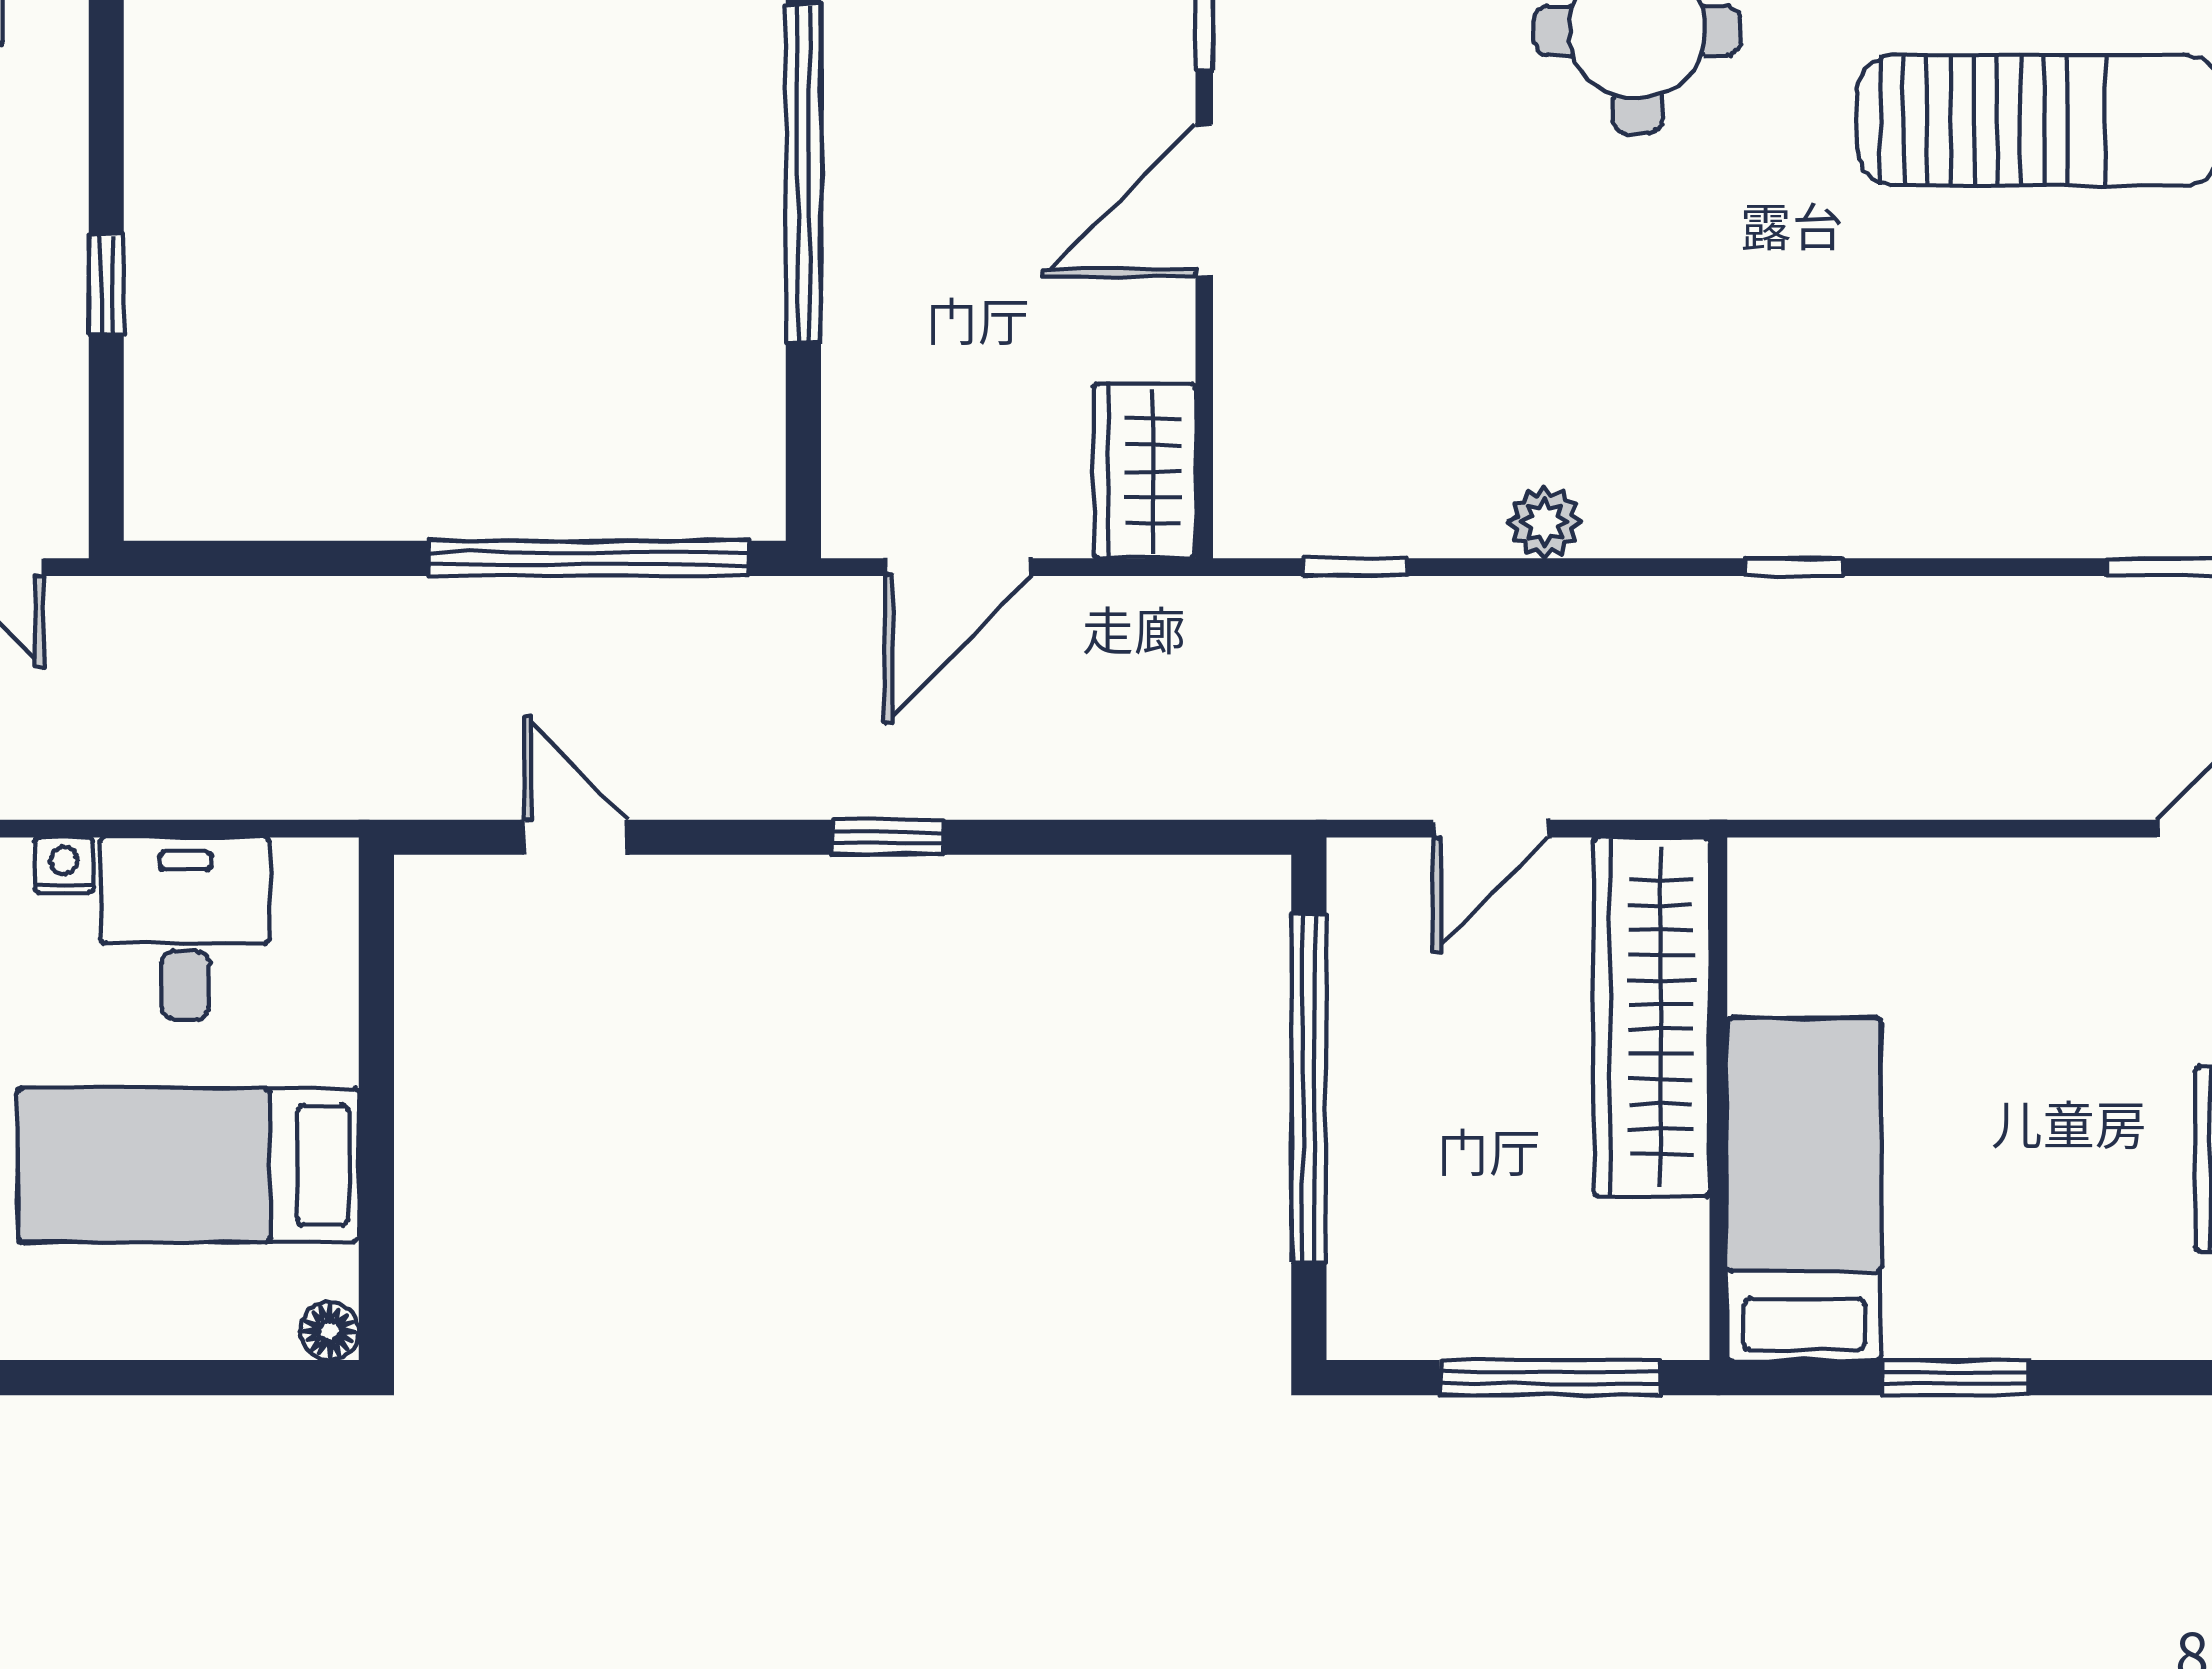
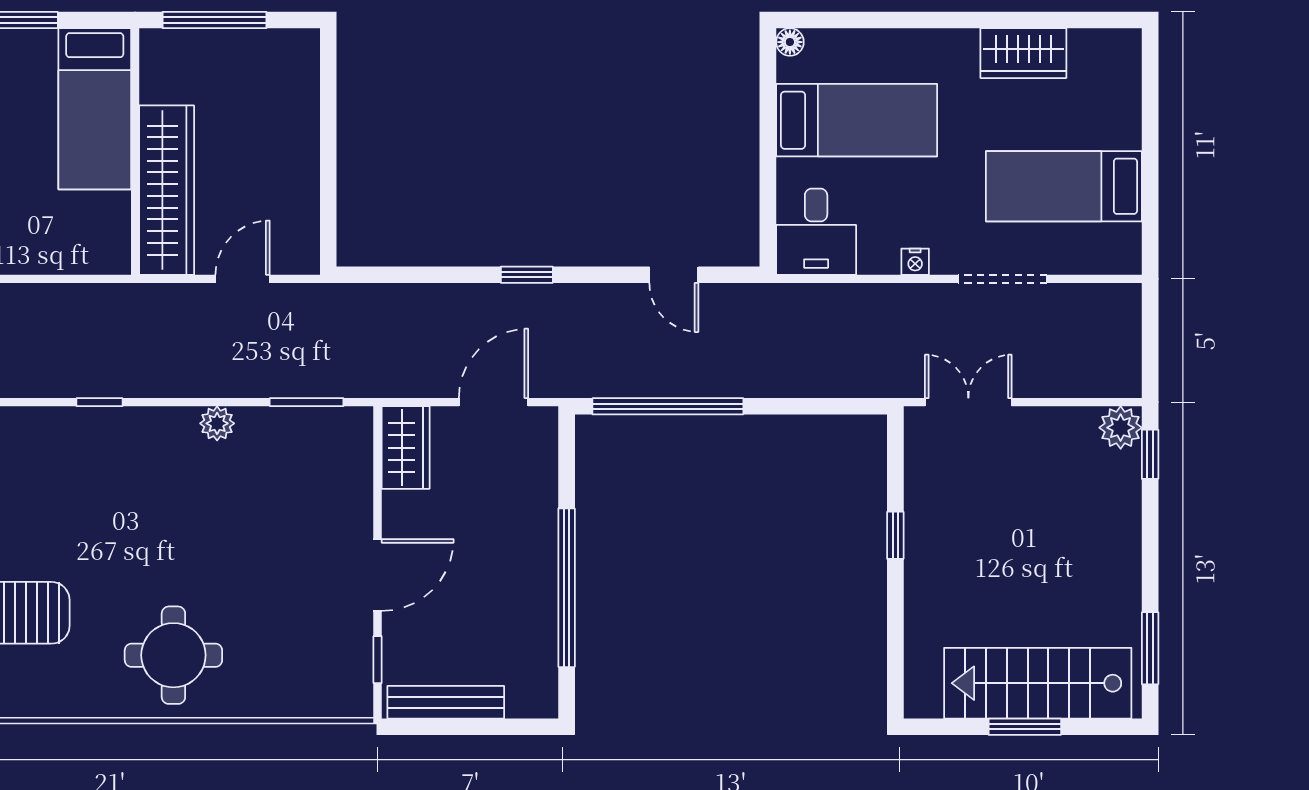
window: (1355, 567) -> (307, 402), width x1.50
desk: (185, 929) -> (816, 232), moved
window: (1309, 1088) -> (328, 157), removed

